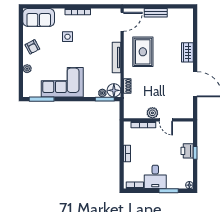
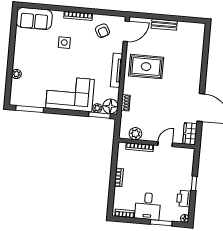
armchair: (32, 47) -> (103, 31), moved
rug: (143, 52) -> (146, 67), turned 90
wardrobe: (187, 52) -> (190, 134), moved
corner sofa: (62, 82) -> (70, 94), moved
plant: (152, 113) -> (135, 134), moved
door: (166, 120) -> (165, 144), swing flipped
printer: (187, 151) -> (184, 199), moved

